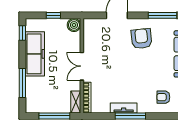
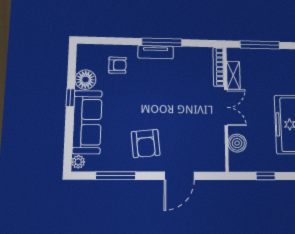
boiler: (74, 25) -> (237, 143), moved
shelving: (76, 102) -> (233, 75), moved
tv unit: (124, 108) -> (156, 52), moved

